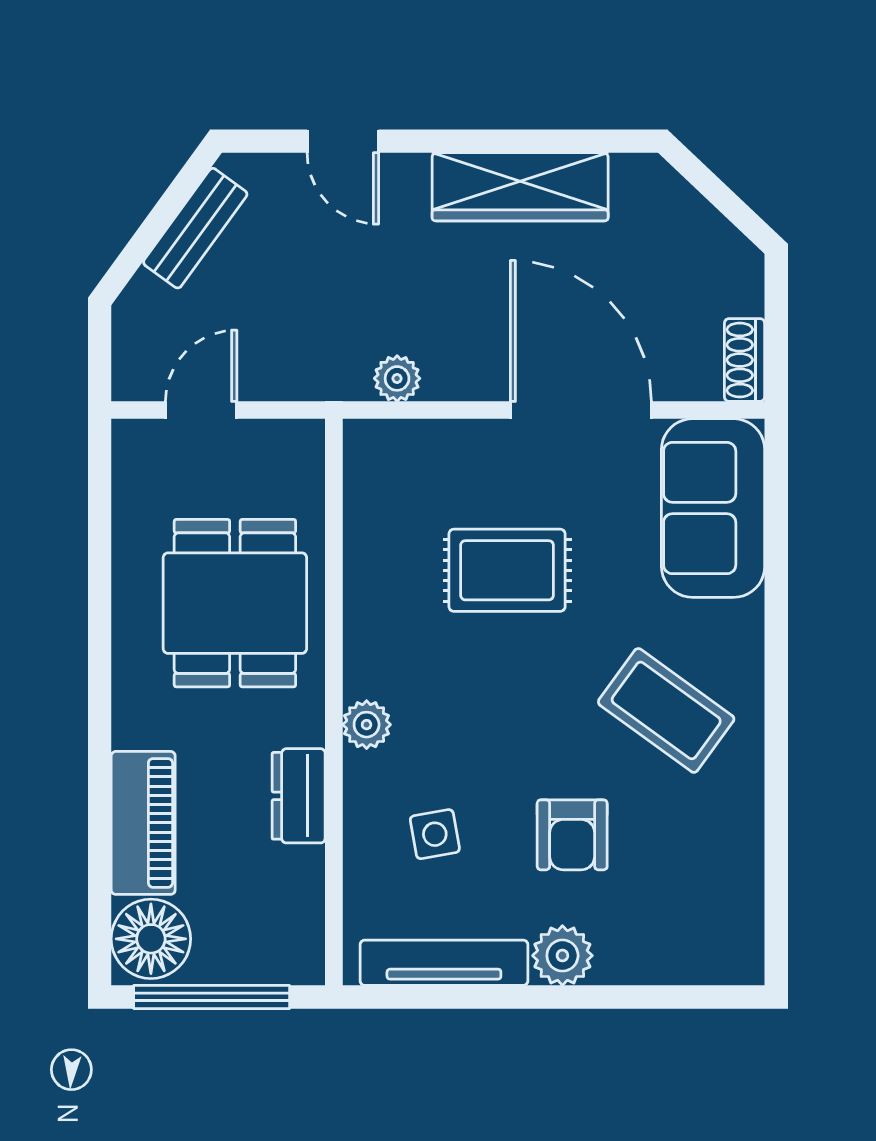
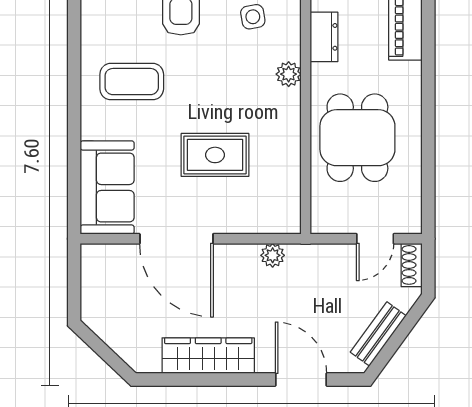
door: (343, 141) -> (301, 380), width x1.38
shoe rack: (745, 360) -> (412, 265), moved, turned 180
coffee table: (666, 710) -> (132, 82), turned -36

